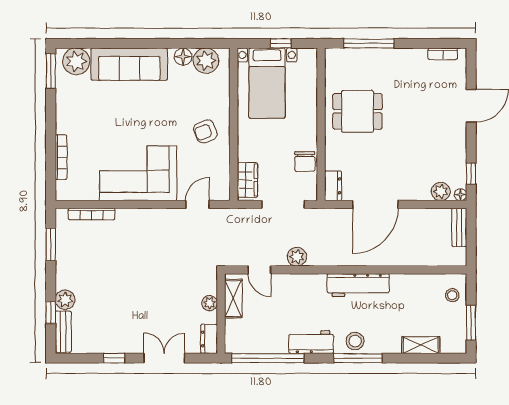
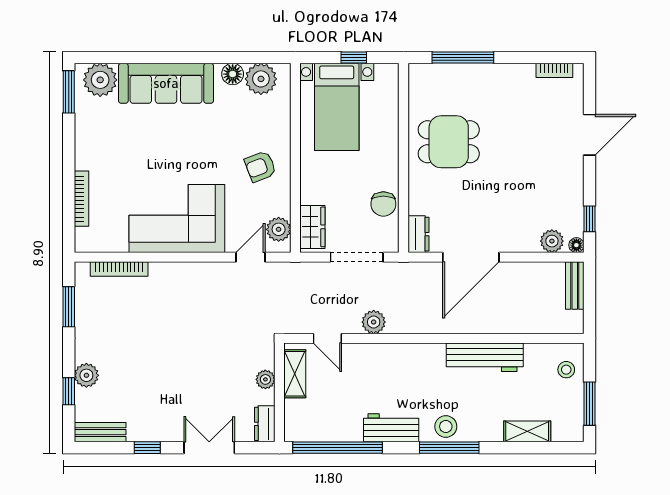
plant: (220, 182) -> (279, 229), added
workbench: (358, 285) -> (485, 357), moved
bench: (63, 332) -> (100, 432), moved, turned 90

